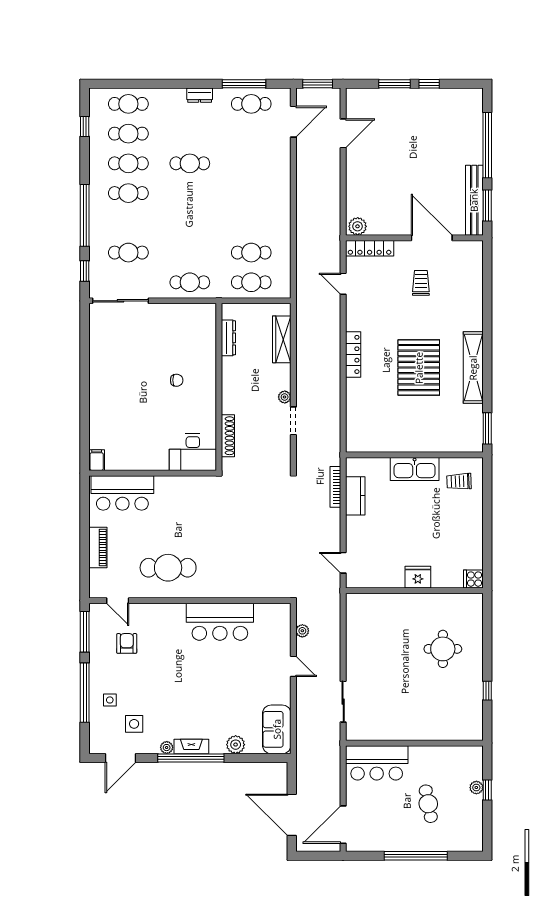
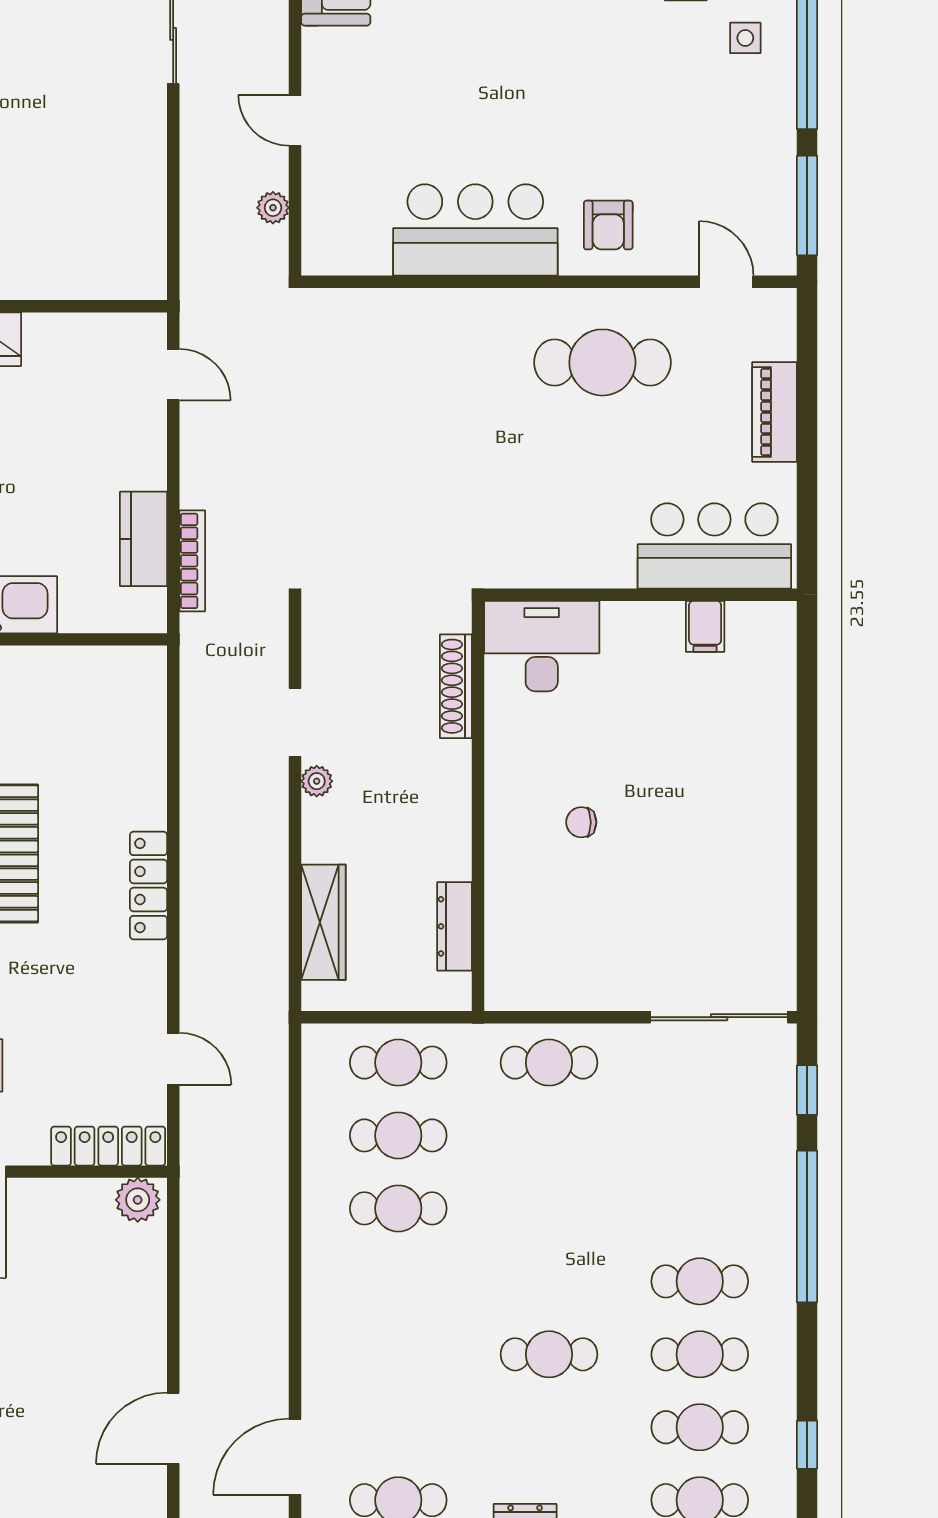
cafe table: (128, 253) -> (398, 1208), moved
filing cabinet: (97, 460) -> (705, 626), moved
armchair: (127, 643) -> (608, 225), moved

